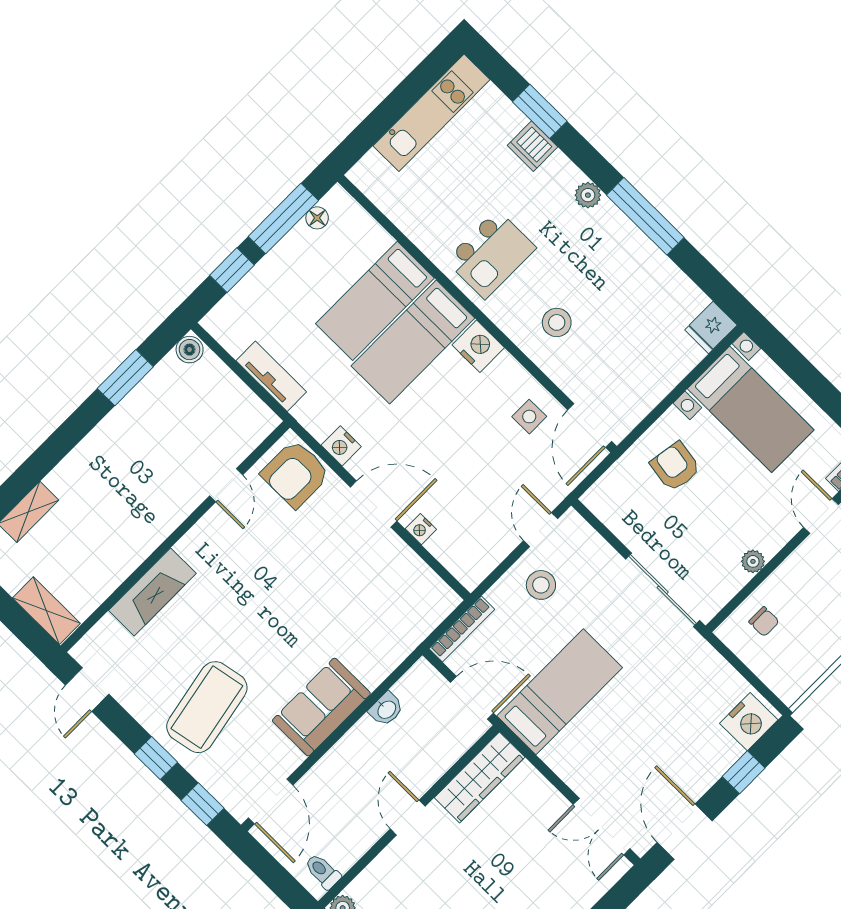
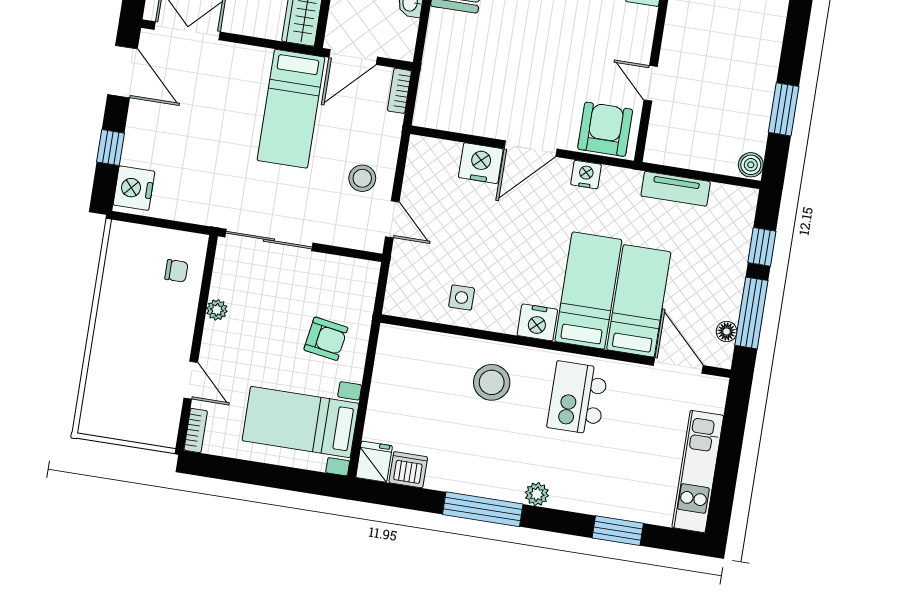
dishwasher: (532, 146) -> (408, 470), moved
stool: (557, 322) -> (492, 382), width x1.38, depth x1.38
door: (590, 426) -> (678, 366), moved
nightstand: (421, 529) -> (481, 163), width x1.89, depth x1.79
chair: (764, 622) -> (176, 271), turned 180
bookcase: (462, 629) -> (399, 91), width x0.64

